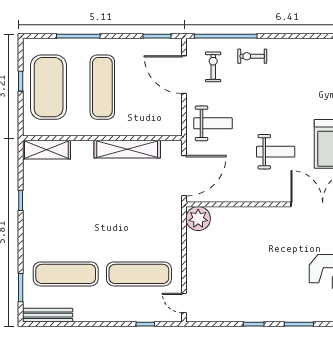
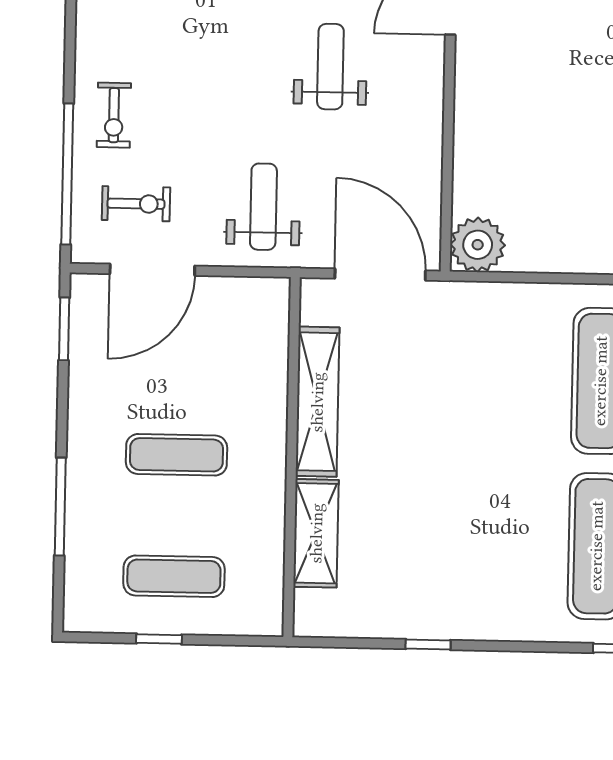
exercise bike: (213, 67) -> (136, 204), turned 180
exercise mat: (49, 87) -> (174, 576), width x0.50, depth x0.69
exercise mat: (102, 87) -> (176, 455), width x0.73, depth x0.69
shelving: (46, 150) -> (316, 533), moved

